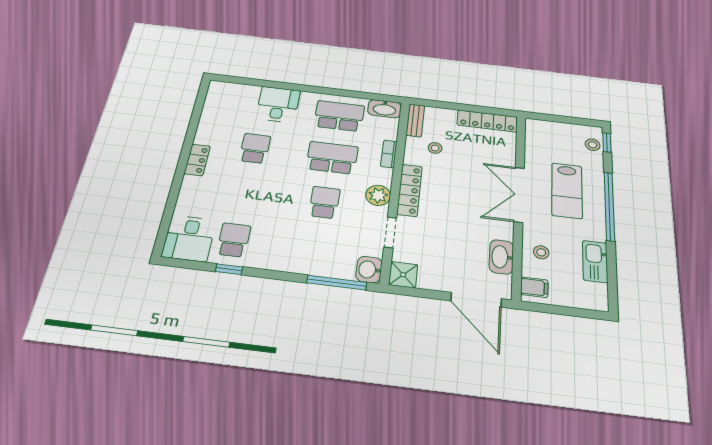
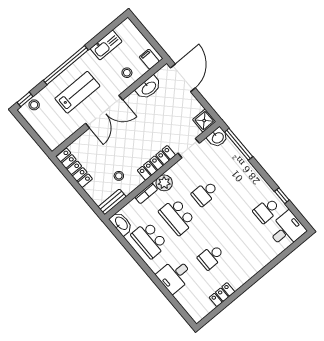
locker: (197, 160) -> (222, 295), moved
plant: (378, 195) -> (164, 183), moved

